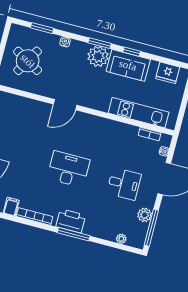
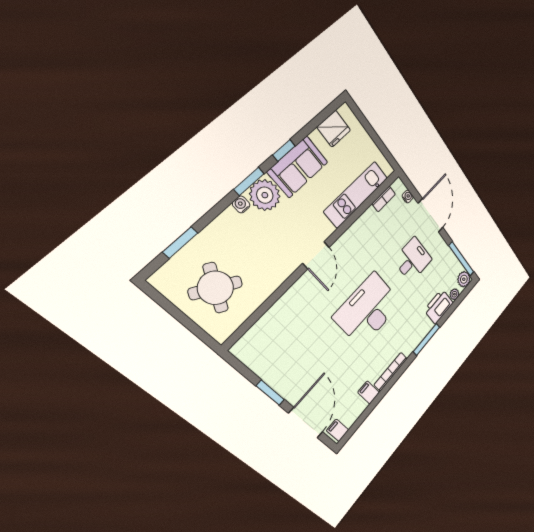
water cooler: (65, 42) -> (241, 204), moved
door: (65, 105) -> (316, 255), moved
desk: (68, 169) -> (368, 310), width x1.36, depth x1.30
plant: (145, 215) -> (464, 279), moved
printer: (71, 221) -> (439, 307), moved

